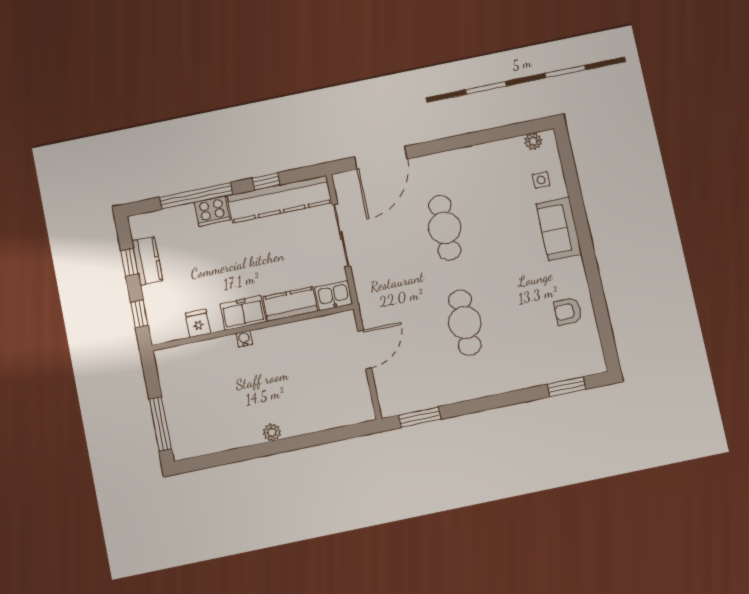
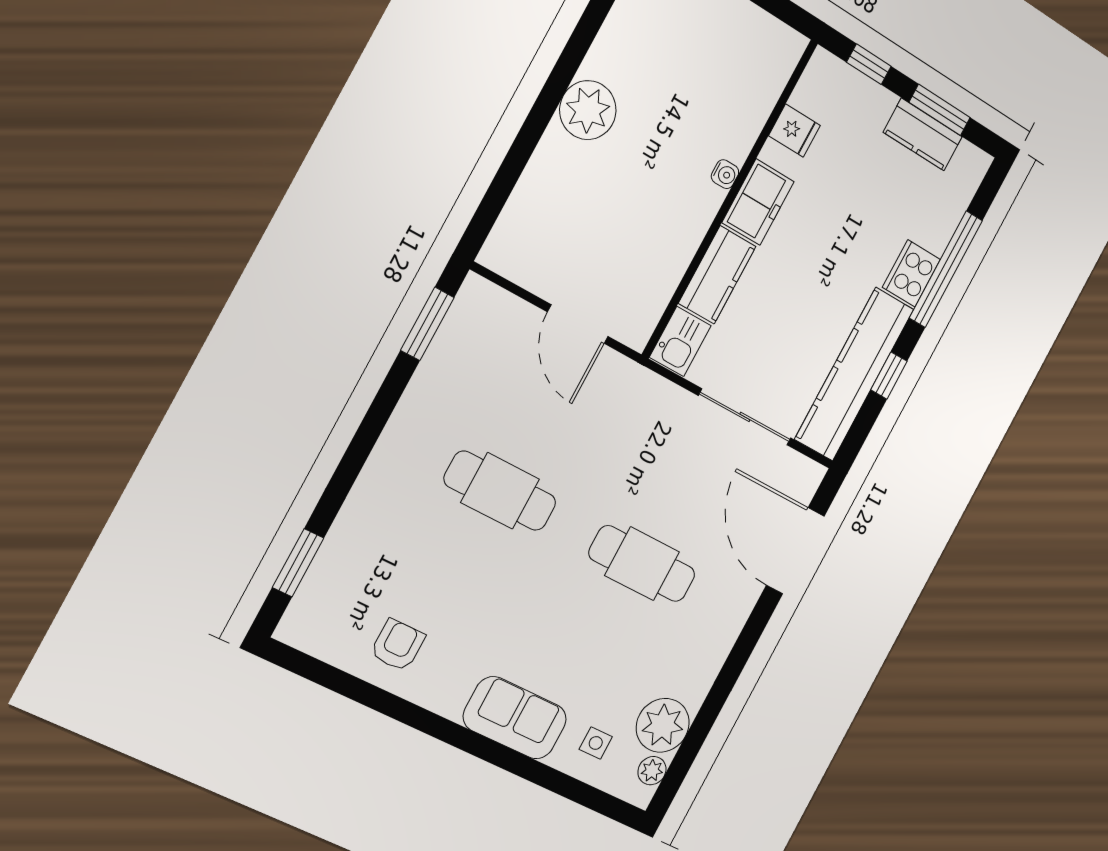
plant: (509, 154) -> (663, 725), added
window: (130, 262) -> (940, 110), width x1.50
plant: (272, 432) -> (588, 110), width x1.88, depth x1.88

